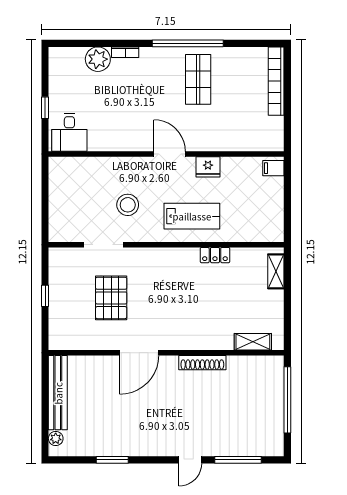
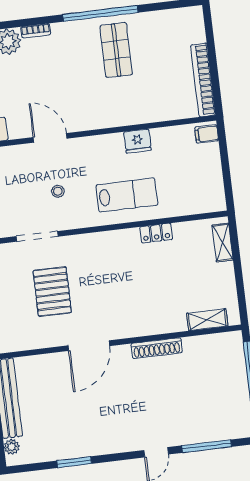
bookcase: (276, 81) -> (203, 80), moved
door: (170, 154) -> (50, 138), moved
stool: (128, 205) -> (58, 191), width x0.53, depth x0.53

